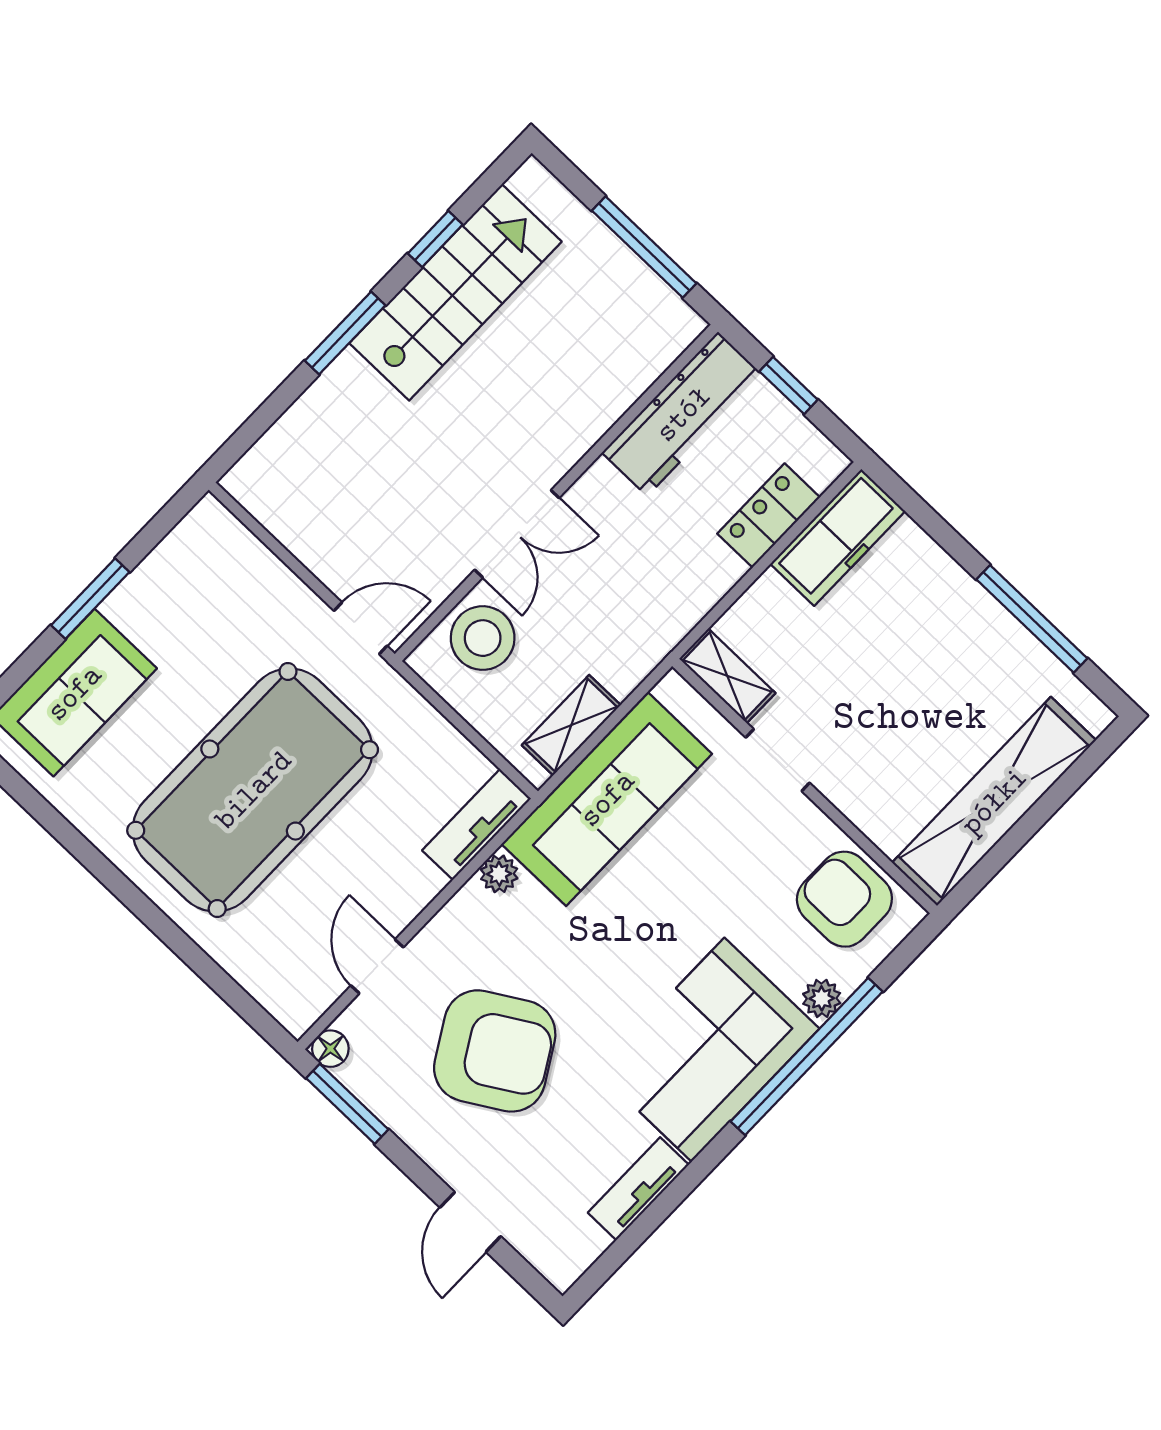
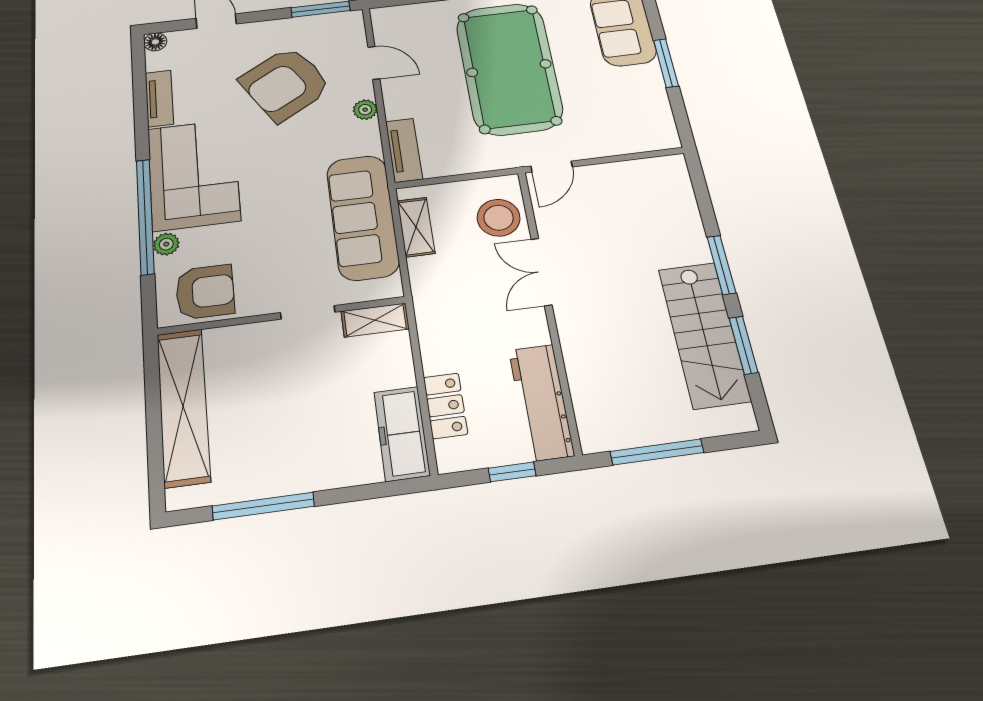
window: (435, 239) -> (744, 345), width x1.50
plant: (499, 874) -> (365, 110), moved
floor lamp: (330, 1049) -> (155, 42), moved

